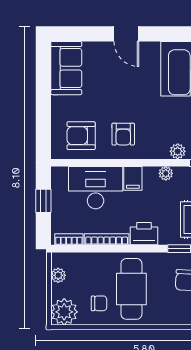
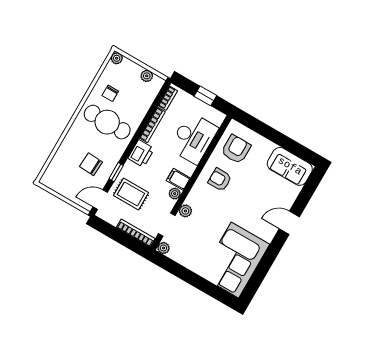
filing cabinet: (133, 178) -> (178, 179), moved
plant: (64, 312) -> (117, 58), width x0.53, depth x0.53

